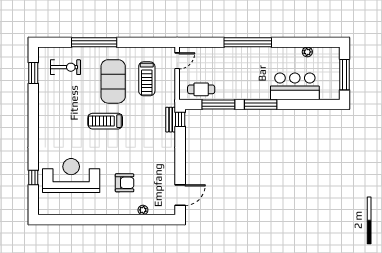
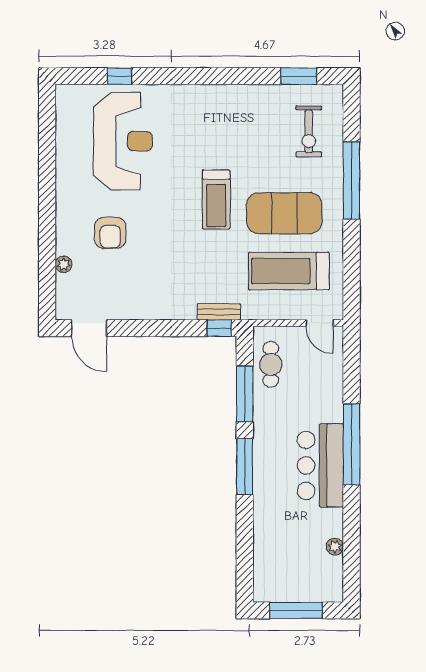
treadmill: (147, 79) -> (289, 271), width x1.37, depth x1.38
bar counter: (295, 86) -> (320, 465), moved, turned 180
treadmill: (105, 121) -> (216, 200), turned 180

